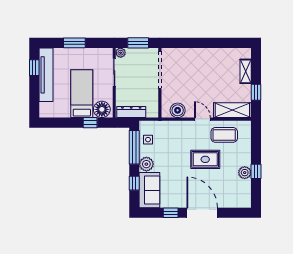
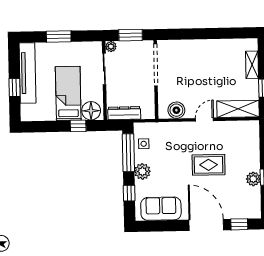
window: (34, 68) -> (14, 88), moved
door: (202, 119) -> (204, 120), hinge flipped
coffee table: (224, 135) -> (229, 137), removed
sofa: (149, 190) -> (161, 209), moved, turned -90
window: (171, 213) -> (239, 224), moved

